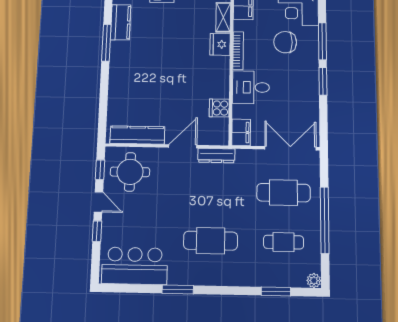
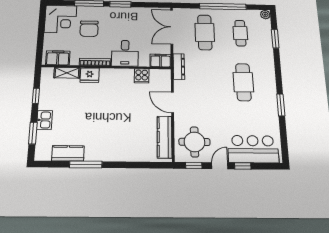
dresser: (216, 156) -> (179, 67), moved
bar counter: (135, 266) -> (253, 149), moved, turned 90

